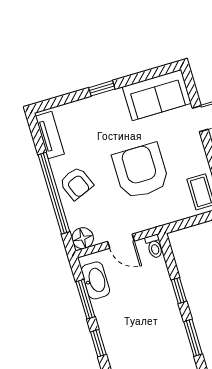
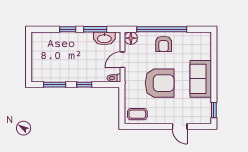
window: (102, 88) -> (214, 110), moved
sofa: (157, 95) -> (201, 79), moved
tv unit: (50, 135) -> (196, 37), removed
armchair: (76, 183) -> (164, 44), turned -68

